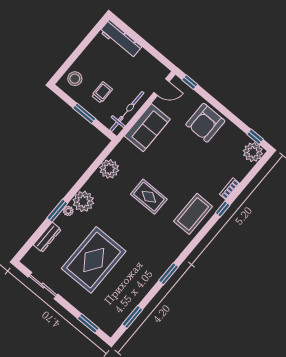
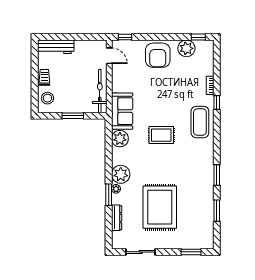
door: (162, 87) -> (109, 56), hinge flipped
trolley: (102, 92) -> (44, 77), moved
sofa: (147, 128) -> (122, 111), moved
plant: (253, 152) -> (186, 48), moved
window: (132, 317) -> (217, 211), moved

